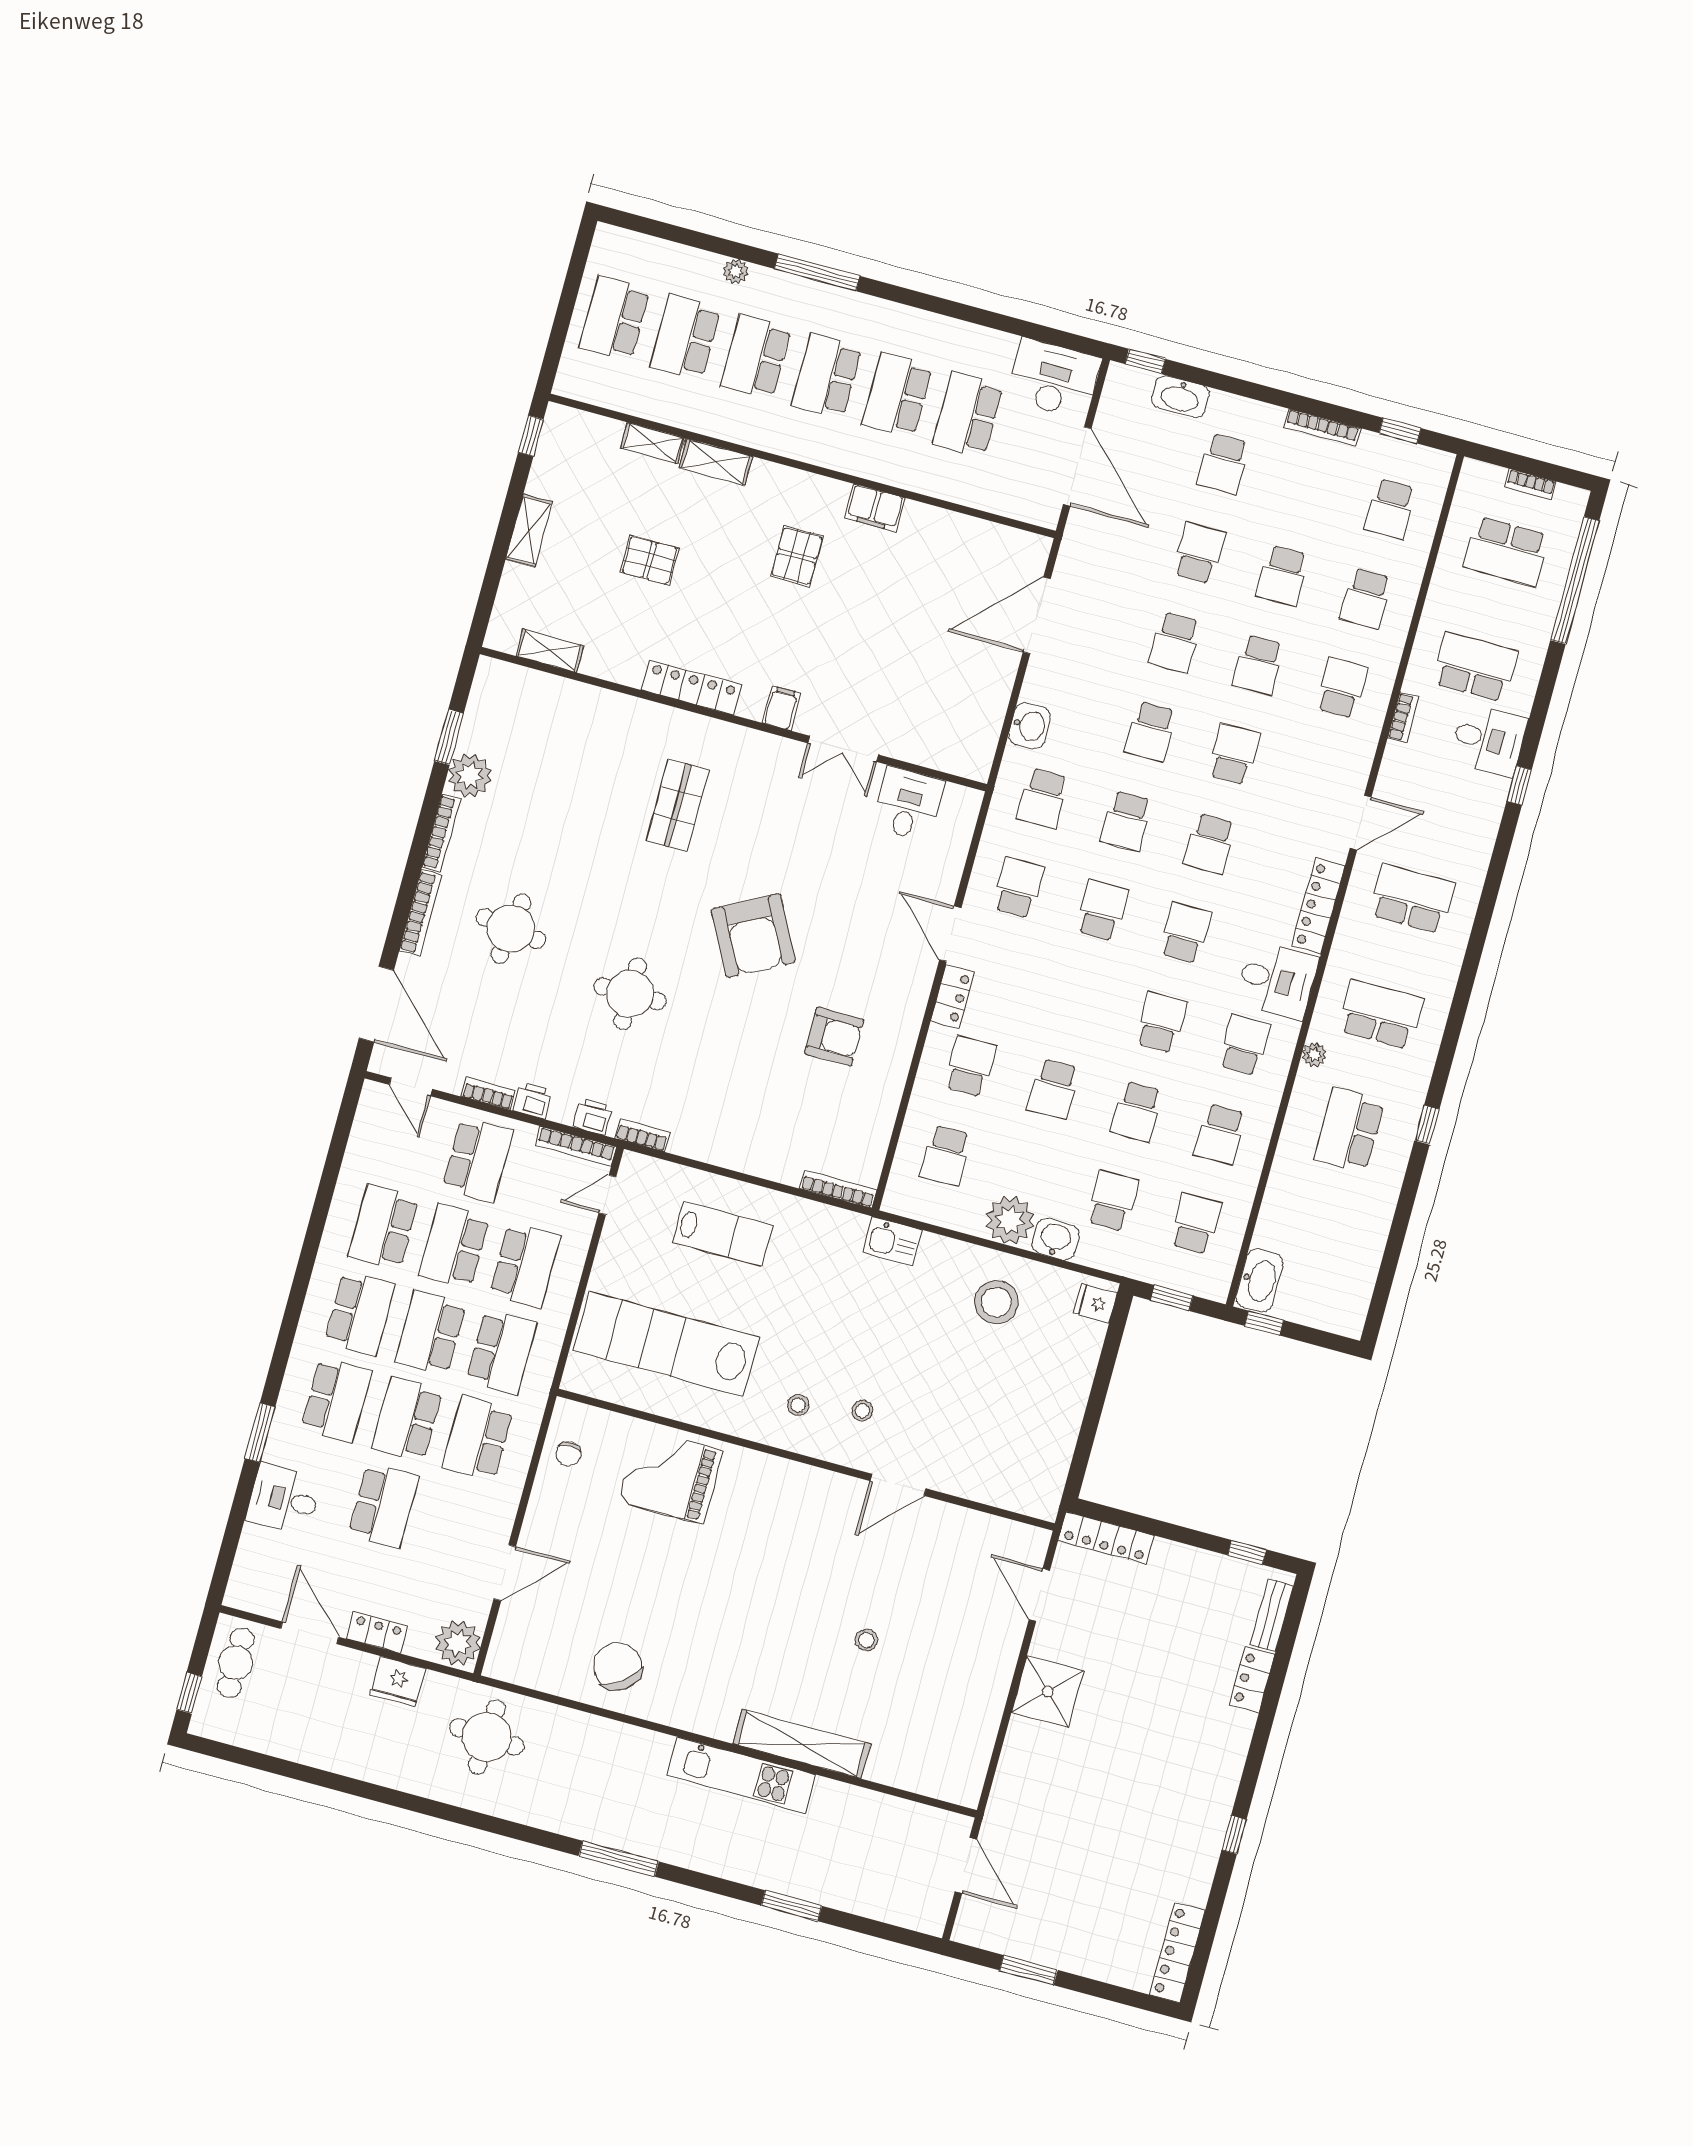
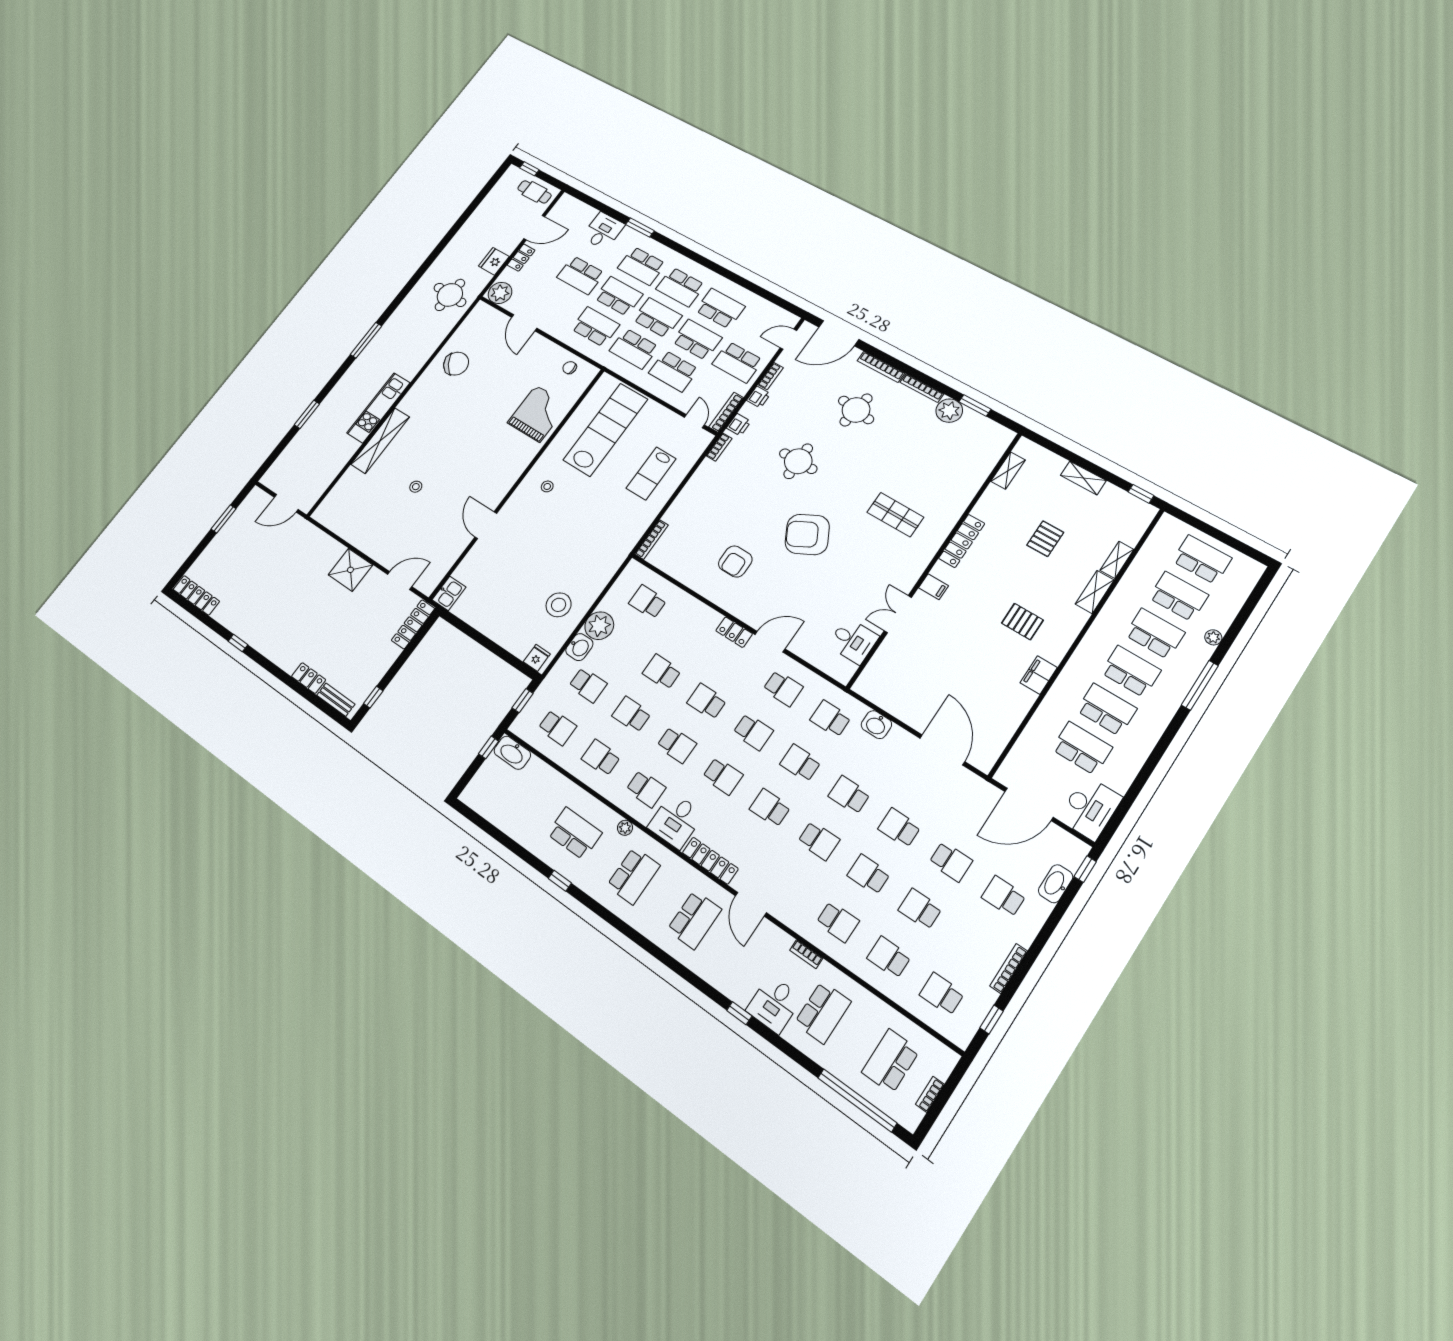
school desk: (970, 1066) -> (707, 701), moved, turned 180
kitchen sink: (893, 1241) -> (449, 593), moved, turned 180
stool: (862, 1411) -> (531, 518), removed

